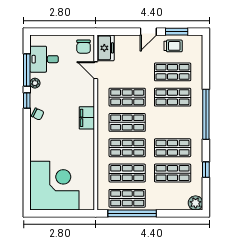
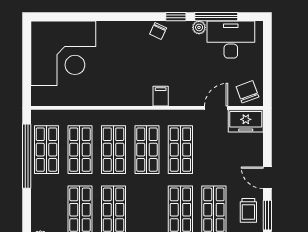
chair: (84, 47) -> (247, 92), turned 70
desk: (44, 59) -> (231, 40), width x1.37
filing cabinet: (87, 118) -> (161, 96), width x0.50

